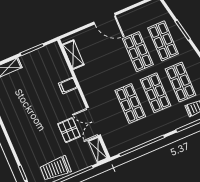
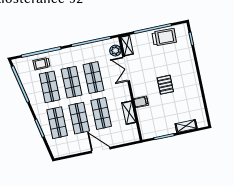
shelving: (73, 55) -> (129, 113), moved
shop shelf: (113, 62) -> (101, 113), added
double door: (93, 122) -> (126, 69), swing flipped
pallet: (69, 130) -> (165, 85), moved
plant: (111, 141) -> (115, 51), added

